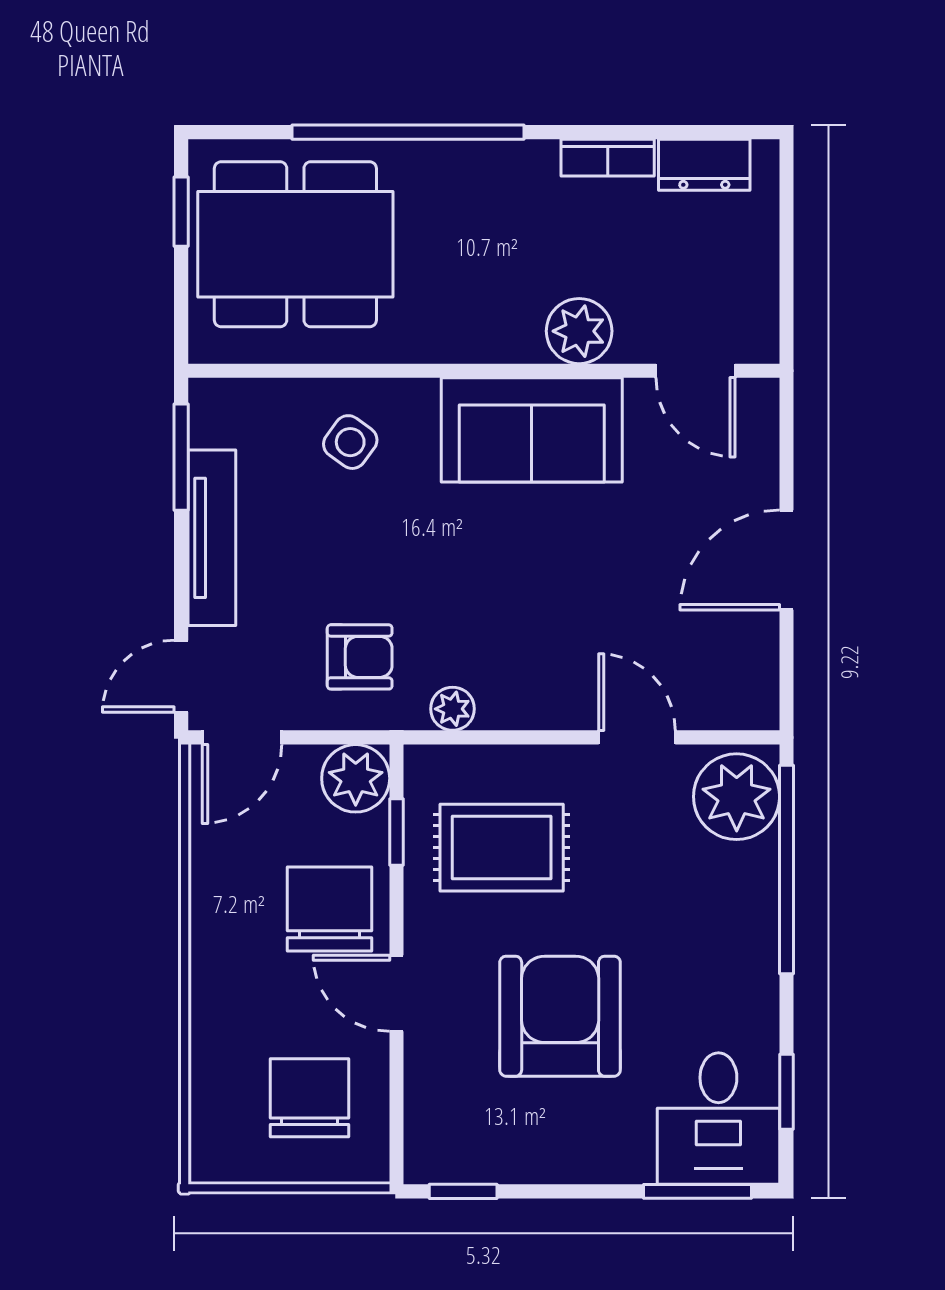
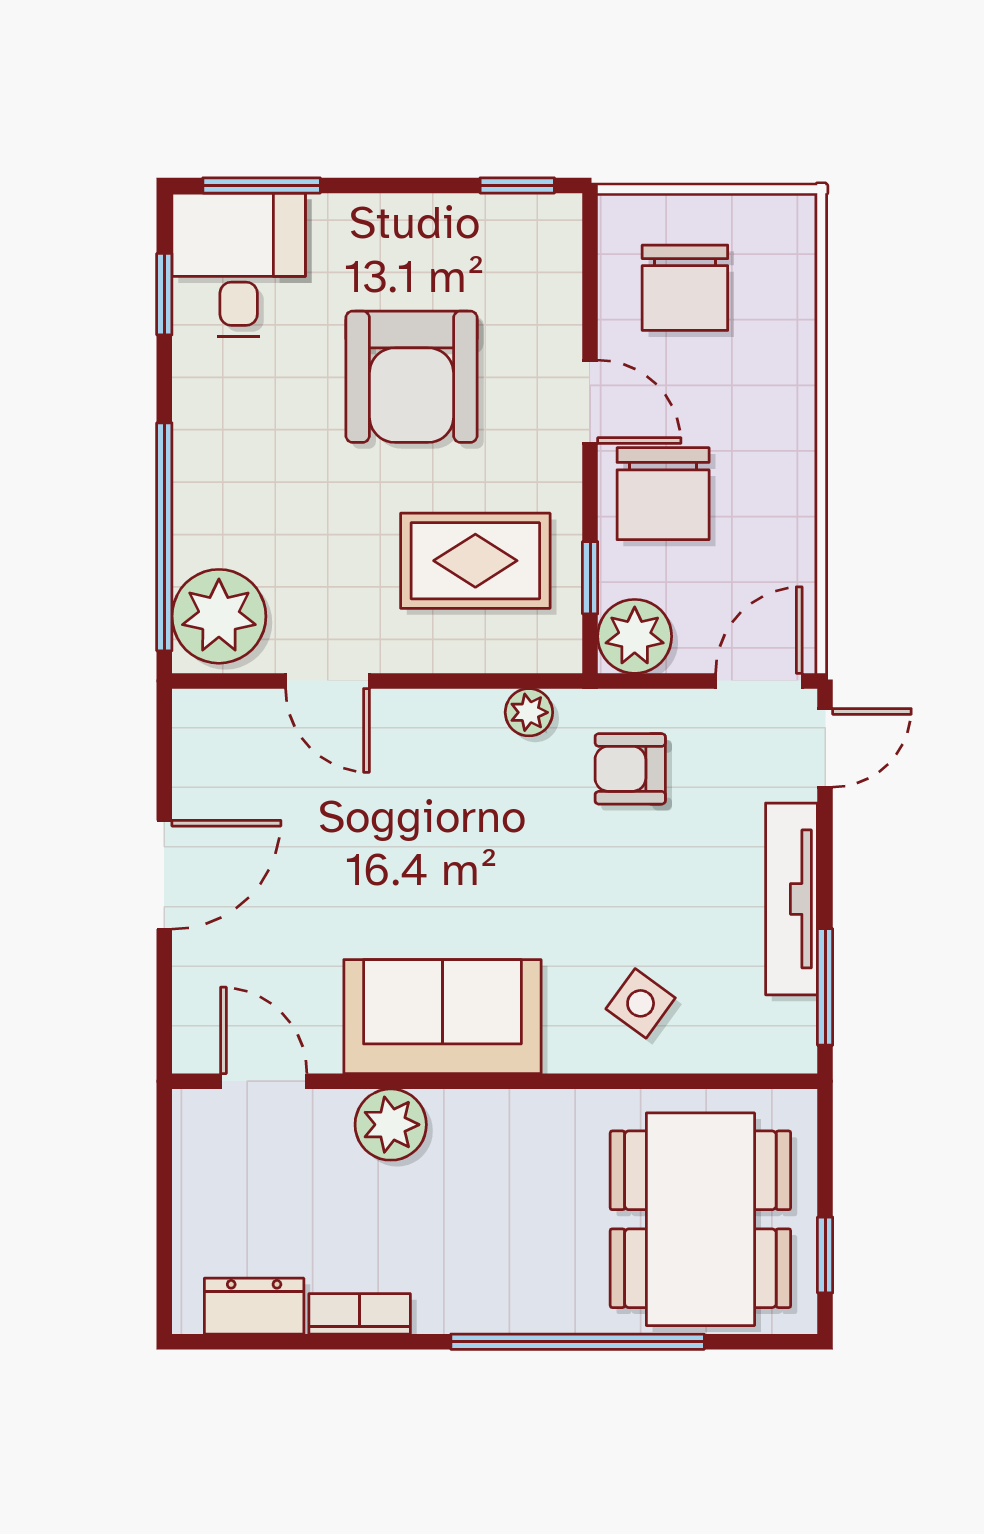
dining table: (295, 244) -> (700, 1219), turned 90

